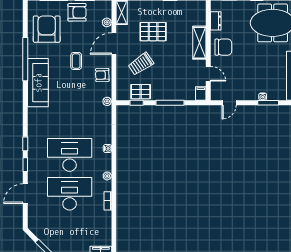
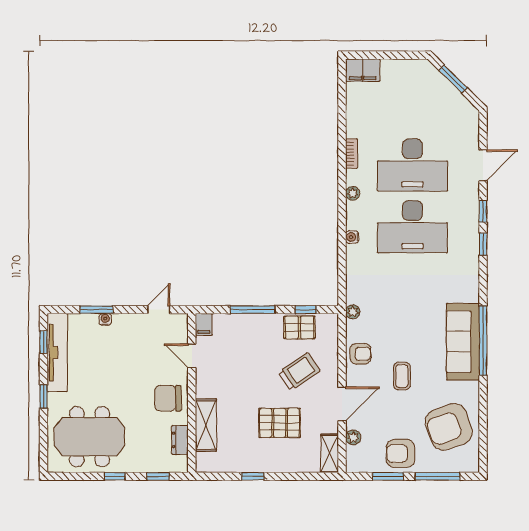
armchair: (47, 29) -> (449, 427), turned 70
shelving: (199, 43) -> (206, 425), moved
window: (25, 59) -> (483, 341), moved

